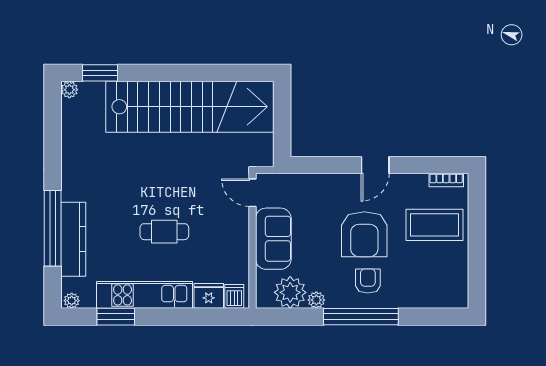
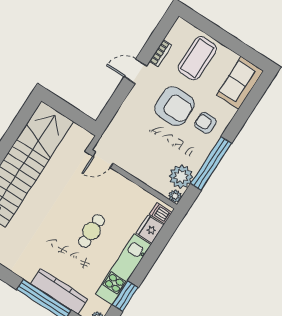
door: (375, 165) -> (135, 71), swing flipped
bookcase: (446, 180) -> (160, 53), moved
sofa: (273, 239) -> (240, 83), moved, turned -90
plant: (316, 300) -> (175, 196), moved
window: (361, 317) -> (211, 163), moved

